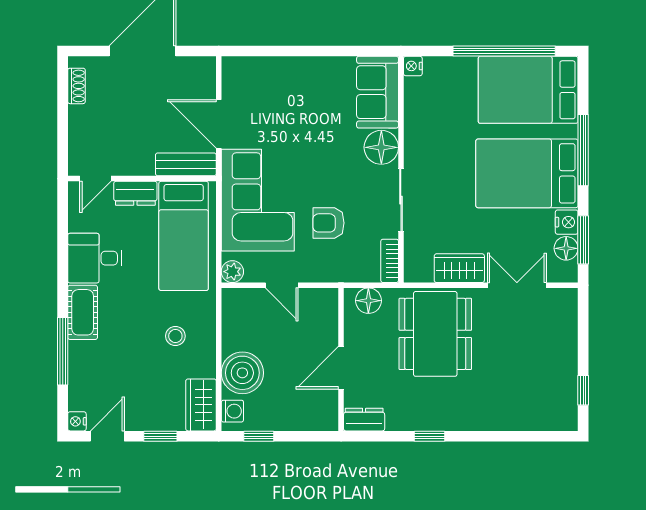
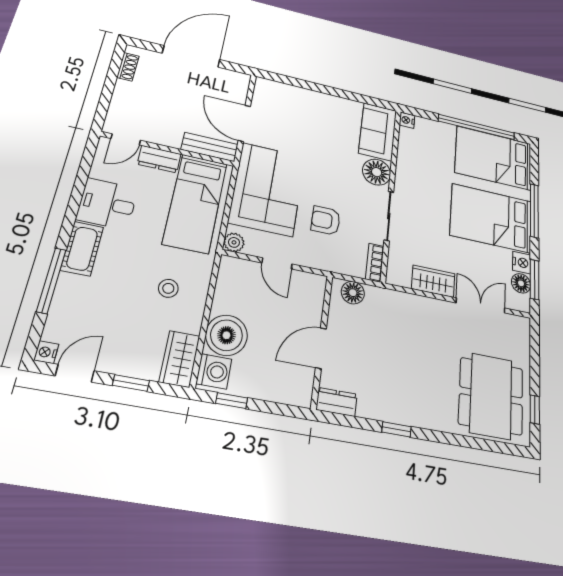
dining table: (435, 334) -> (491, 396), moved
washing machine: (232, 411) -> (214, 371), width x1.38, depth x1.38

